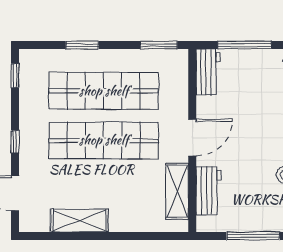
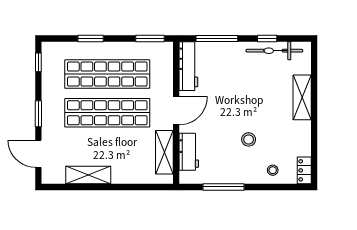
workbench: (208, 72) -> (188, 66), width x1.38
window: (15, 142) -> (38, 114), width x1.50

